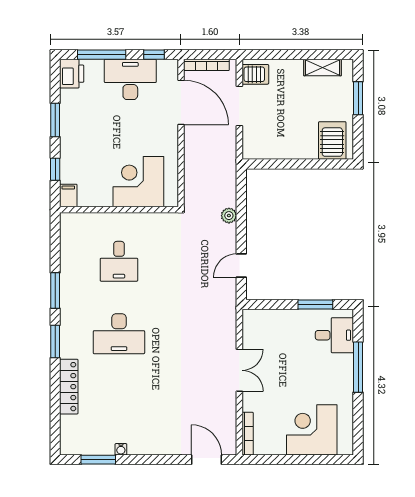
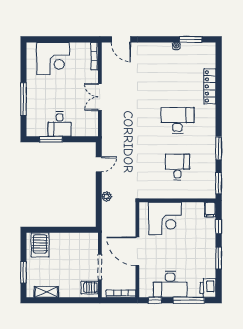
door: (181, 102) -> (137, 251), moved
desk: (334, 335) -> (60, 124), moved, turned -90
window: (55, 341) -> (219, 183), moved

